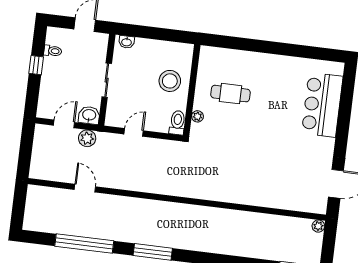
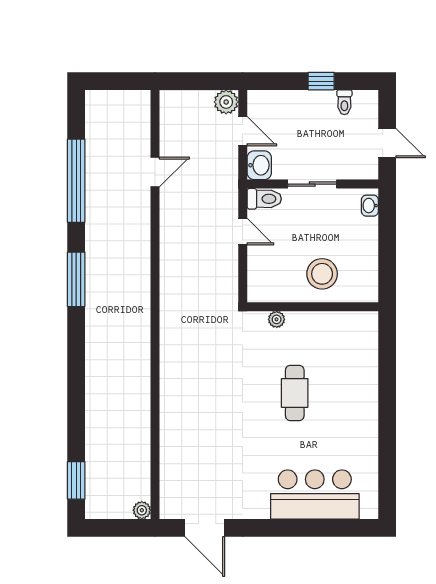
cafe table: (230, 94) -> (295, 393), moved
toilet: (177, 123) -> (264, 199), moved
plant: (87, 138) -> (226, 102), moved

